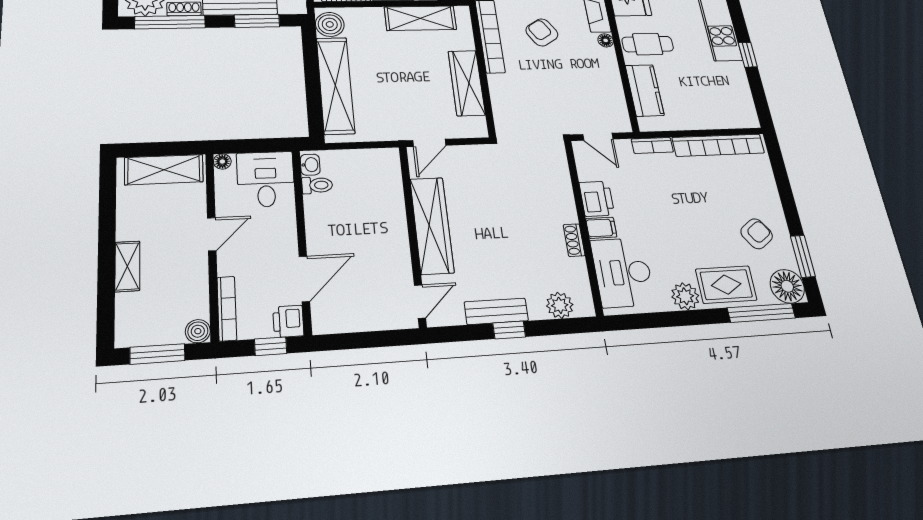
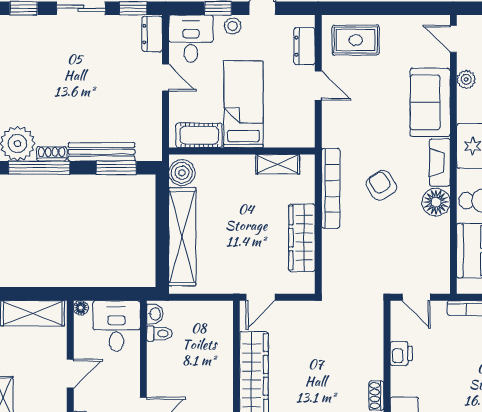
shelving: (420, 18) -> (278, 164), width x0.67, depth x0.75
floor lamp: (606, 40) -> (436, 202), width x1.89, depth x1.89
printer: (597, 199) -> (401, 354), width x0.73, depth x0.81
filing cabinet: (601, 228) -> (403, 386), removed

